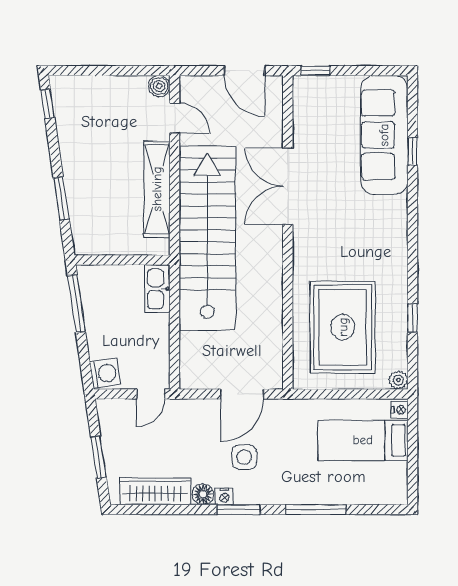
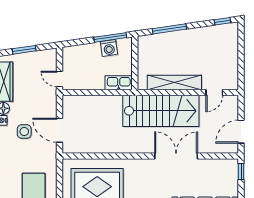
boiler: (159, 86) -> (232, 84), removed
window: (61, 198) -> (169, 29), width x1.44
stairs: (207, 238) -> (161, 111), width x0.73
washing machine: (105, 373) -> (109, 48), moved

